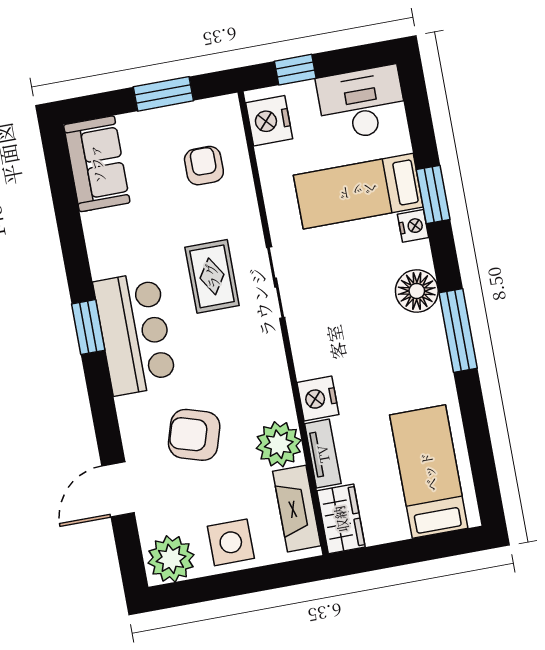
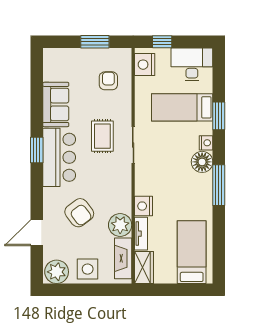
sofa: (97, 164) -> (56, 104), moved
nightstand: (413, 226) -> (206, 143), moved
armchair: (194, 435) -> (79, 213), turned -144

